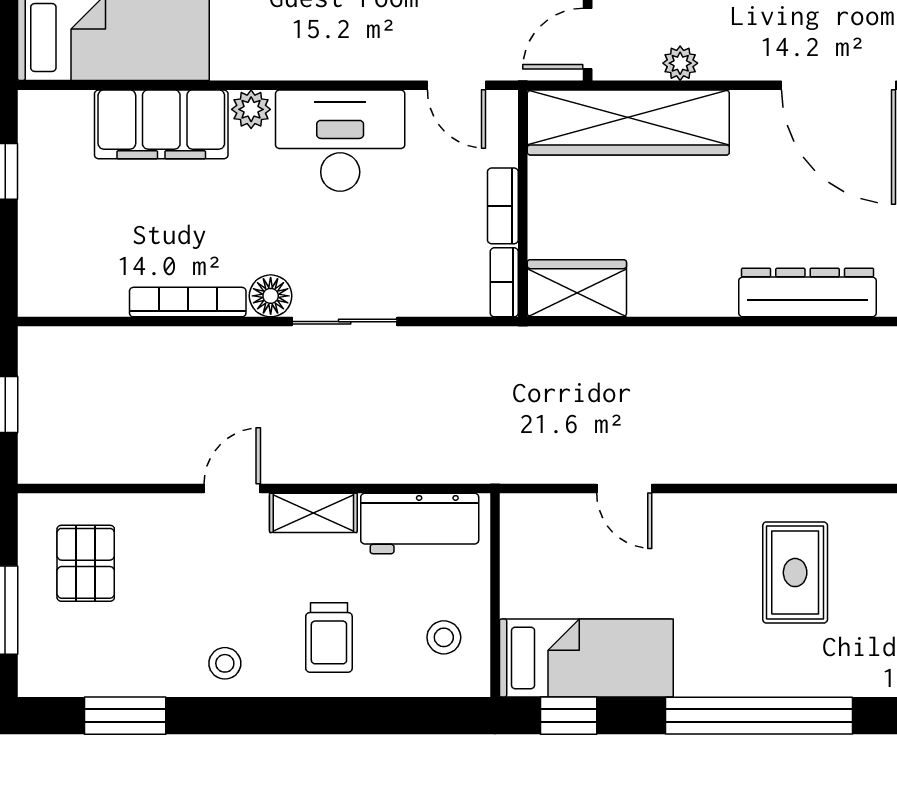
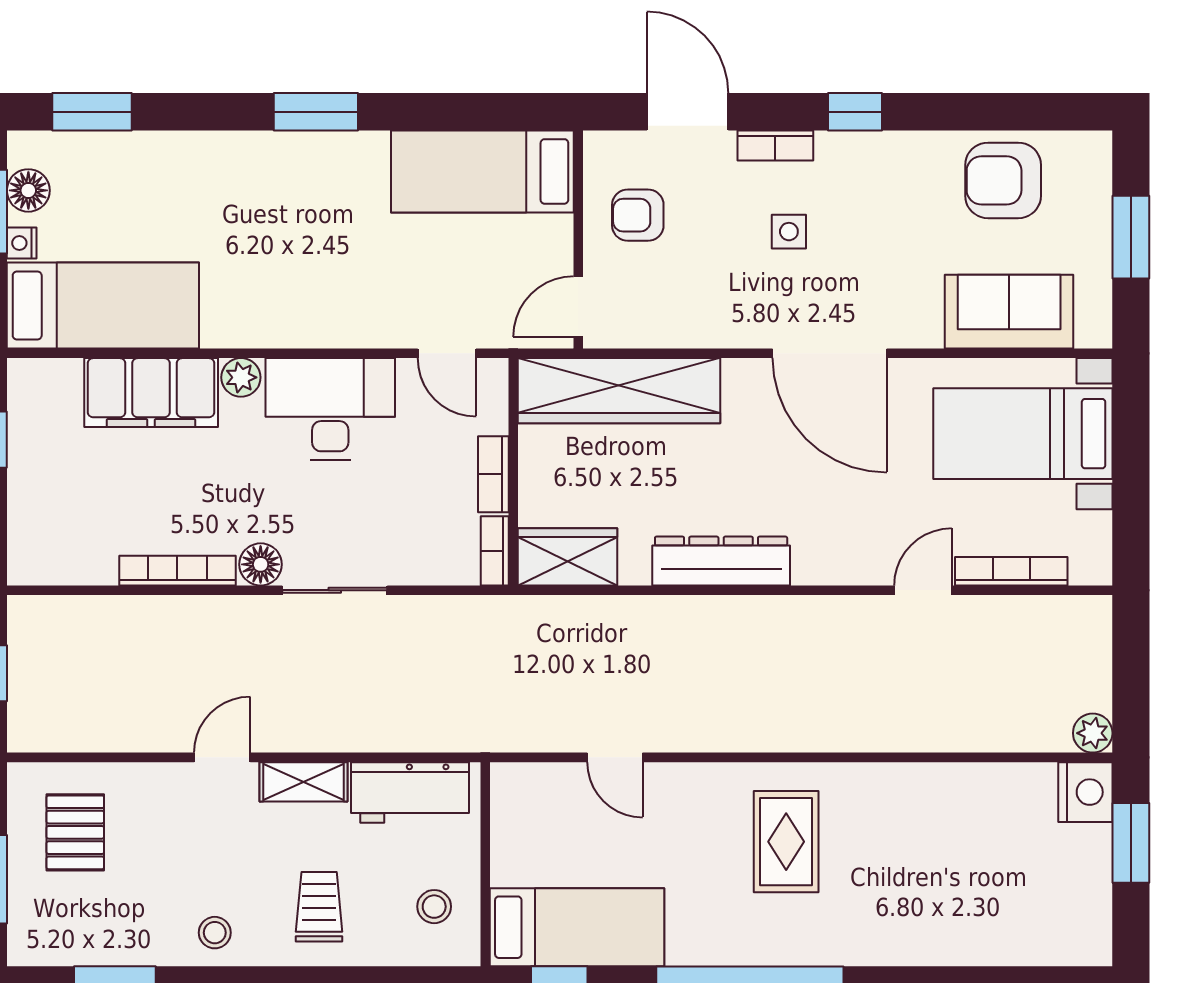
plant: (680, 63) -> (671, 331), removed
dresser: (808, 293) -> (721, 561), moved
trolley: (329, 638) -> (319, 907), turned 180

